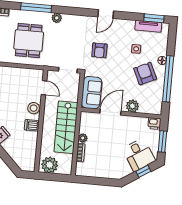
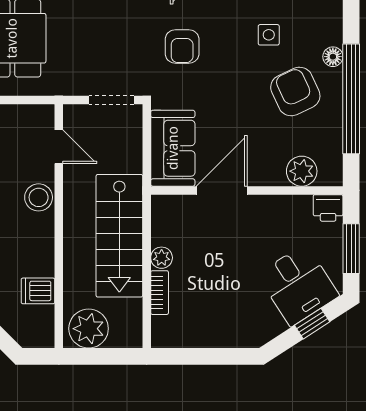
plant: (132, 106) -> (302, 171), moved
dishwasher: (32, 125) -> (38, 291), moved

